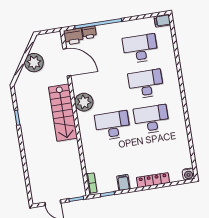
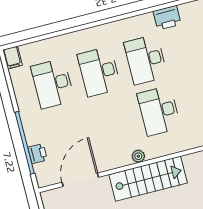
printer: (73, 36) -> (167, 18), moved, turned 90
plant: (84, 102) -> (138, 156), width x0.53, depth x0.53

